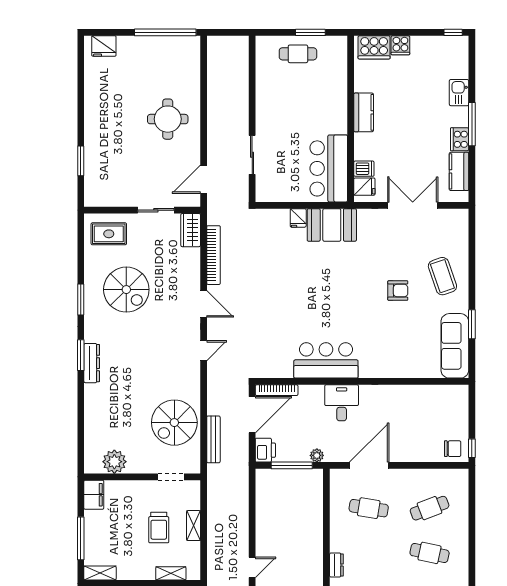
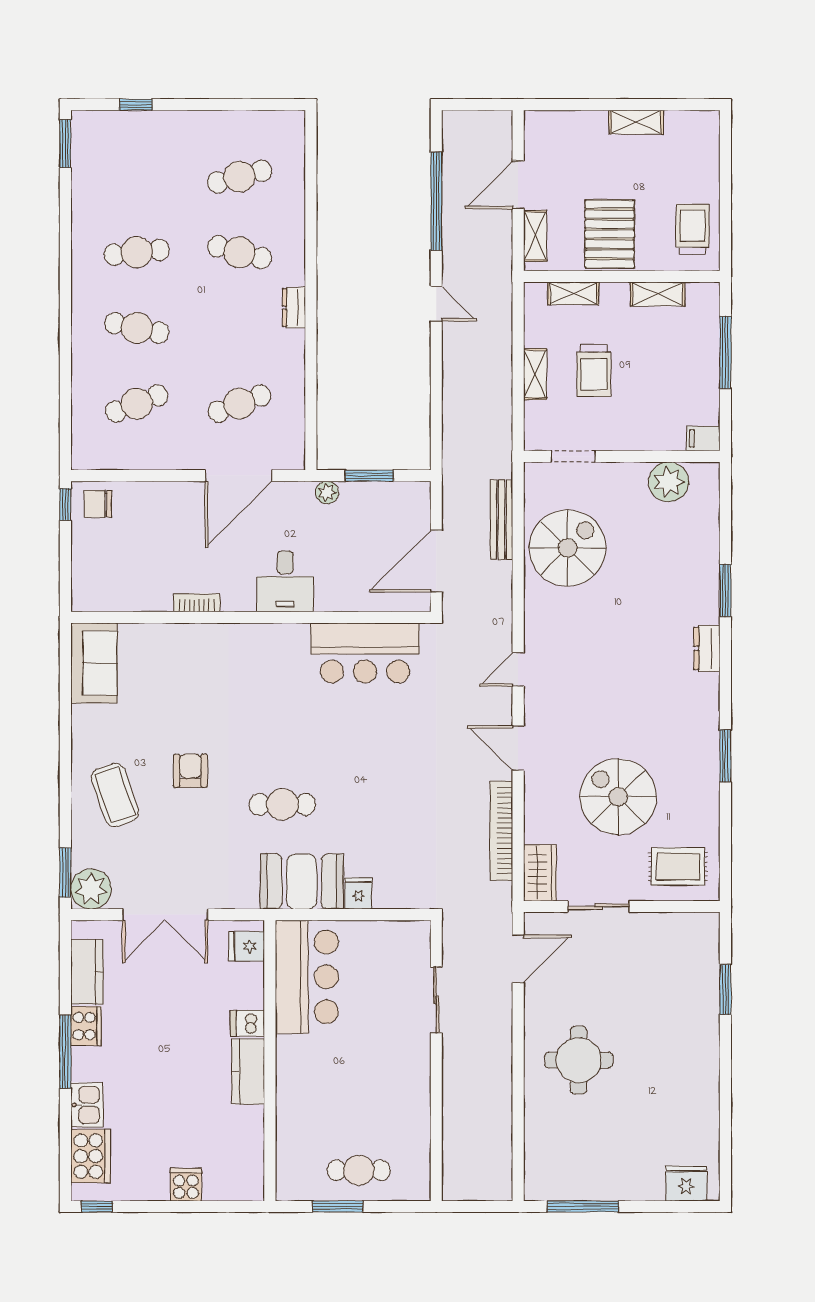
window: (165, 32) -> (583, 1207), width x0.68
cooker: (374, 47) -> (91, 1156), moved, turned 90
dishwasher: (364, 169) -> (248, 1023), moved
plant: (457, 220) -> (91, 889), added
cafe table: (343, 271) -> (282, 804), added
spiral stairs: (126, 290) -> (618, 797), moved
armchair: (398, 291) -> (190, 771), turned 90
window: (472, 324) -> (65, 872), moved
sofa: (455, 346) -> (94, 663), width x0.73
window: (81, 355) -> (725, 590), moved
bar counter: (326, 360) -> (365, 653), moved
dresser: (92, 363) -> (707, 648), width x0.70
bookcase: (277, 390) -> (197, 603), moved, width x0.64
printer: (265, 450) -> (414, 501), removed
window: (292, 465) -> (369, 476), width x0.69
filing cabinet: (94, 495) -> (703, 439), width x0.50
cafe table: (369, 508) -> (239, 404), turned -30
trolley: (159, 528) -> (594, 371), turned 180
door: (252, 567) -> (436, 304), swing flipped
shelving: (100, 573) -> (658, 294), moved

